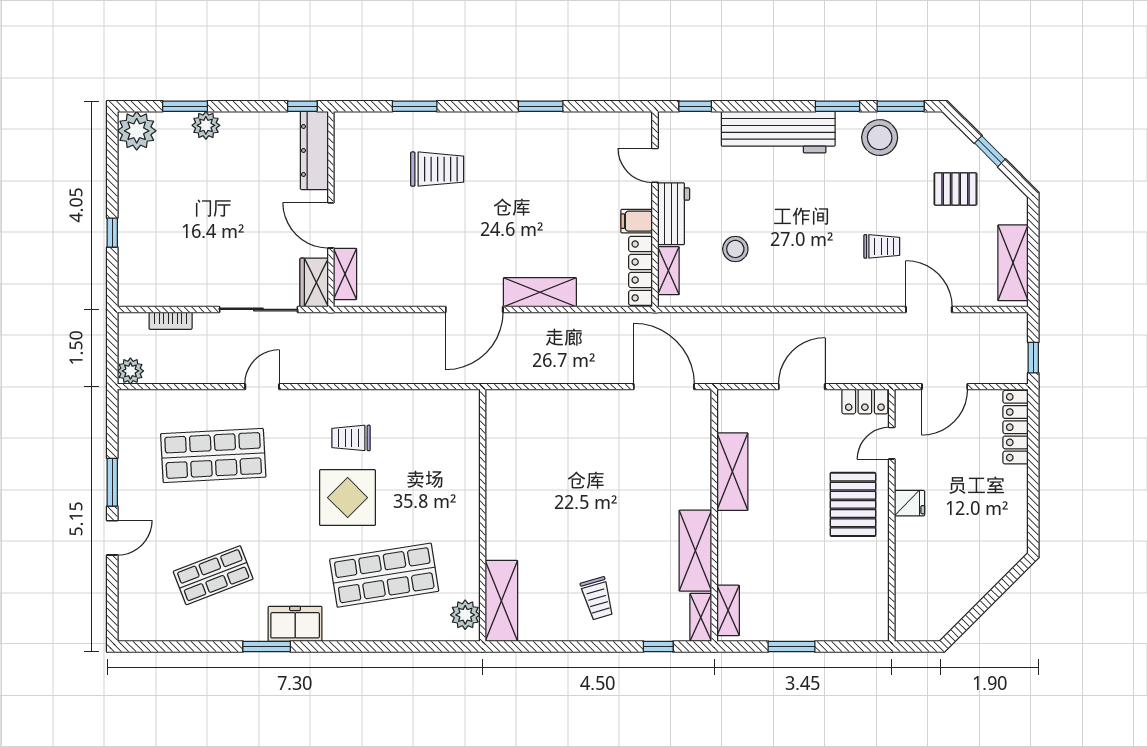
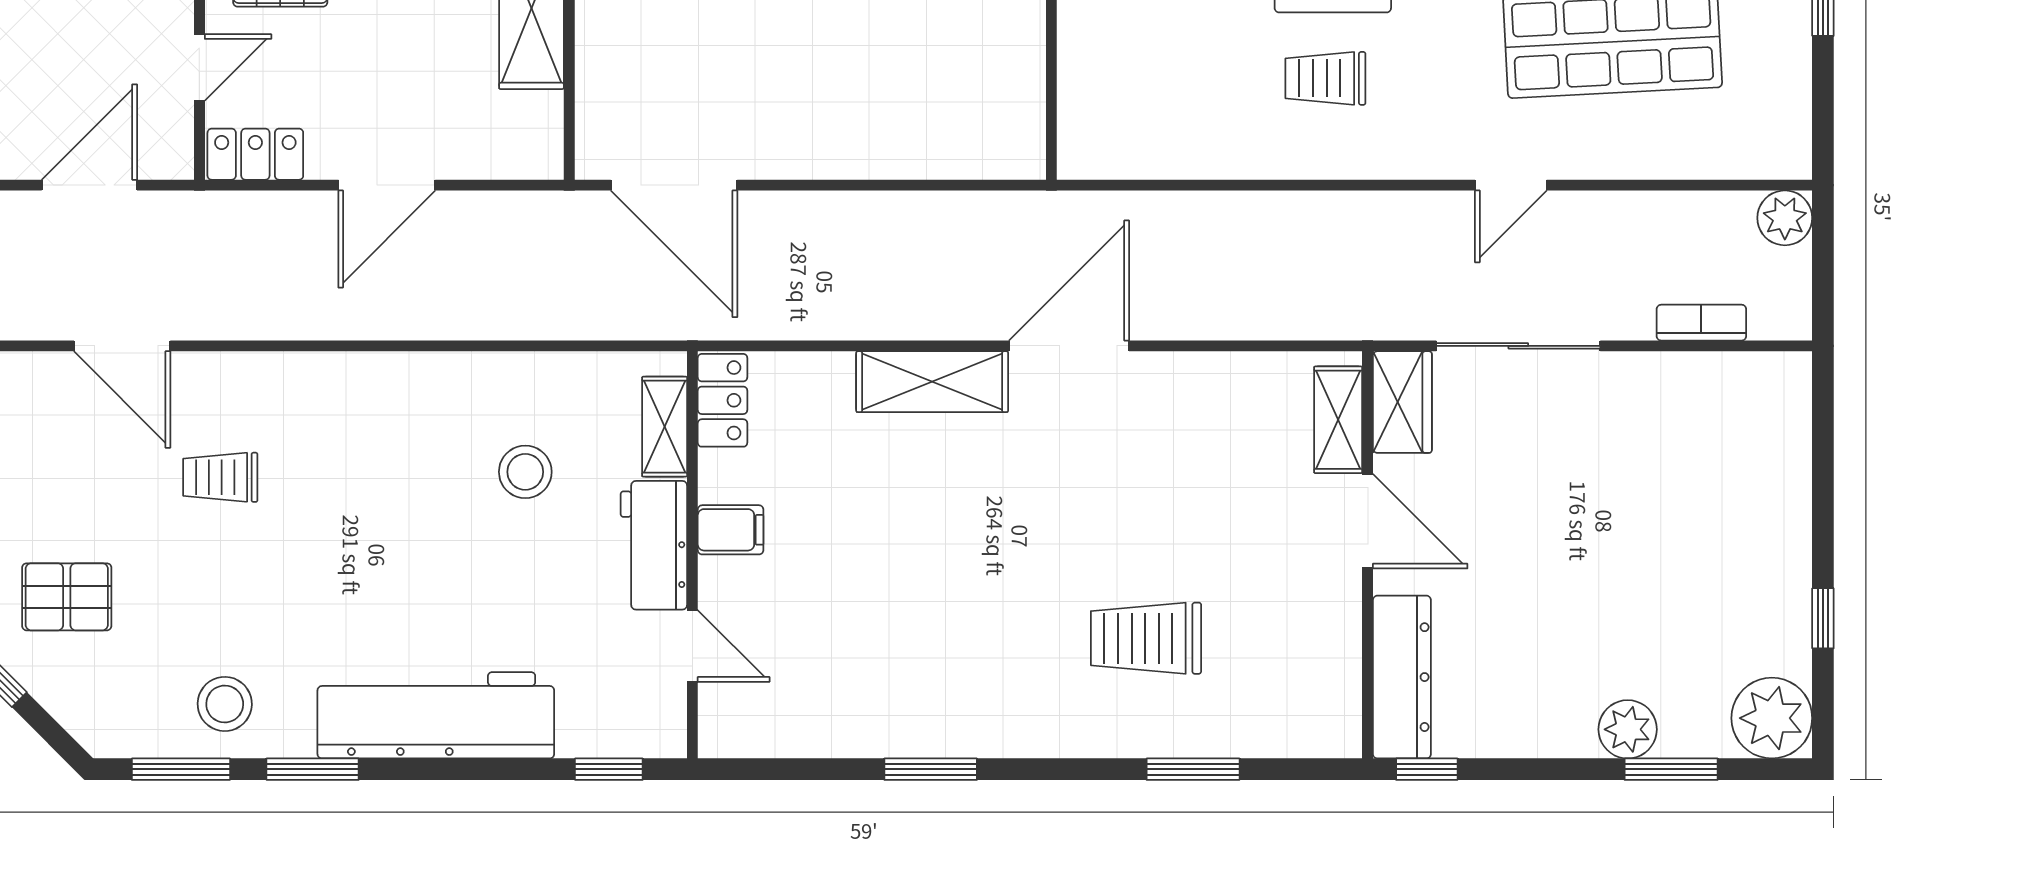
stool: (880, 138) -> (225, 704), width x0.73, depth x0.73
window: (112, 233) -> (1823, 618), moved
locker: (641, 271) -> (723, 400), width x0.66
trolley: (351, 438) -> (1325, 78), turned 180

